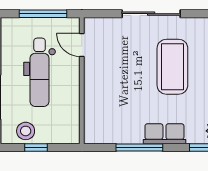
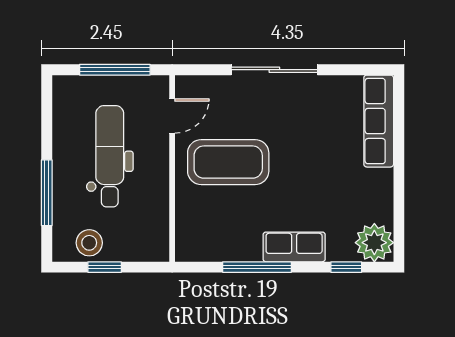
door: (82, 45) -> (172, 116), swing flipped
coffee table: (172, 67) -> (228, 162), moved, turned 90
dental chair: (40, 72) -> (110, 156), turned 180

